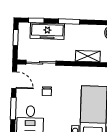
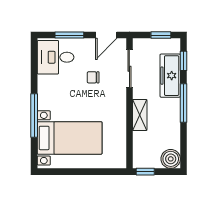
window: (69, 22) -> (183, 103), width x1.44
shelving: (88, 56) -> (140, 115), moved

